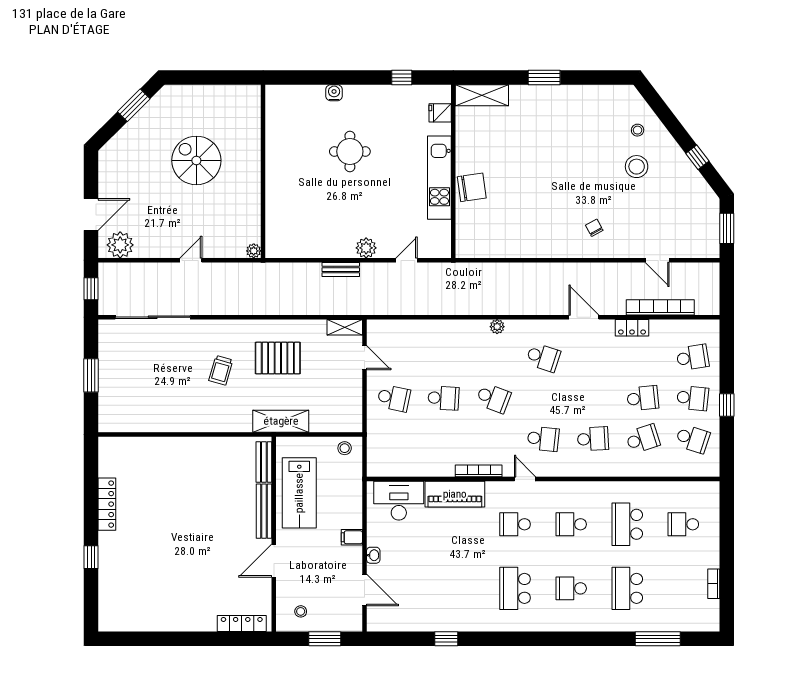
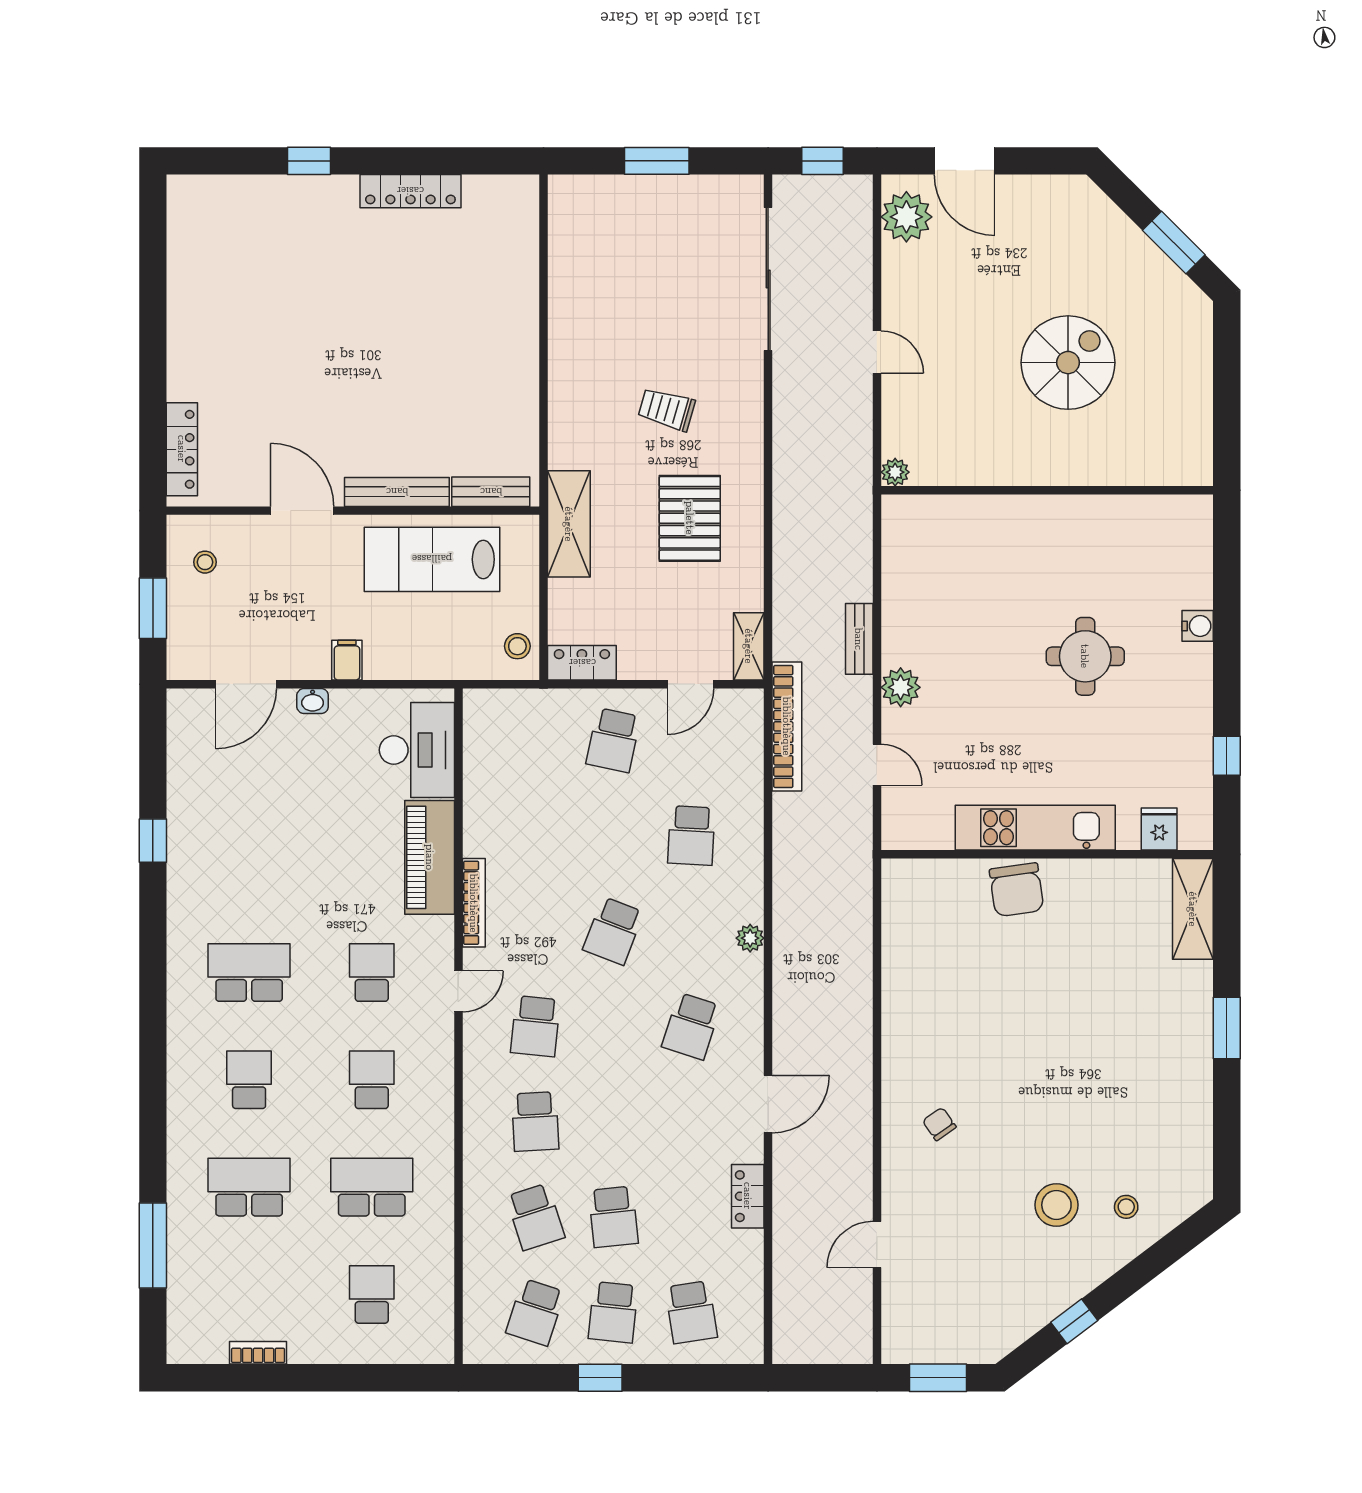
chair: (594, 228) -> (939, 1124), turned -97
bookcase: (660, 307) -> (787, 726), moved
school desk: (443, 398) -> (691, 835), moved
locker: (353, 414) -> (582, 663), added

